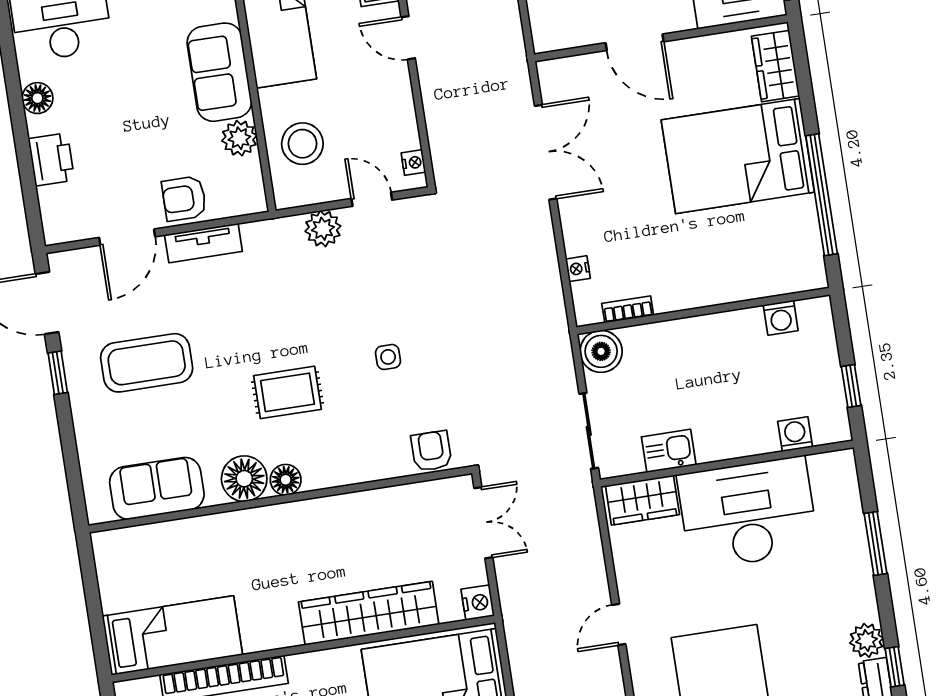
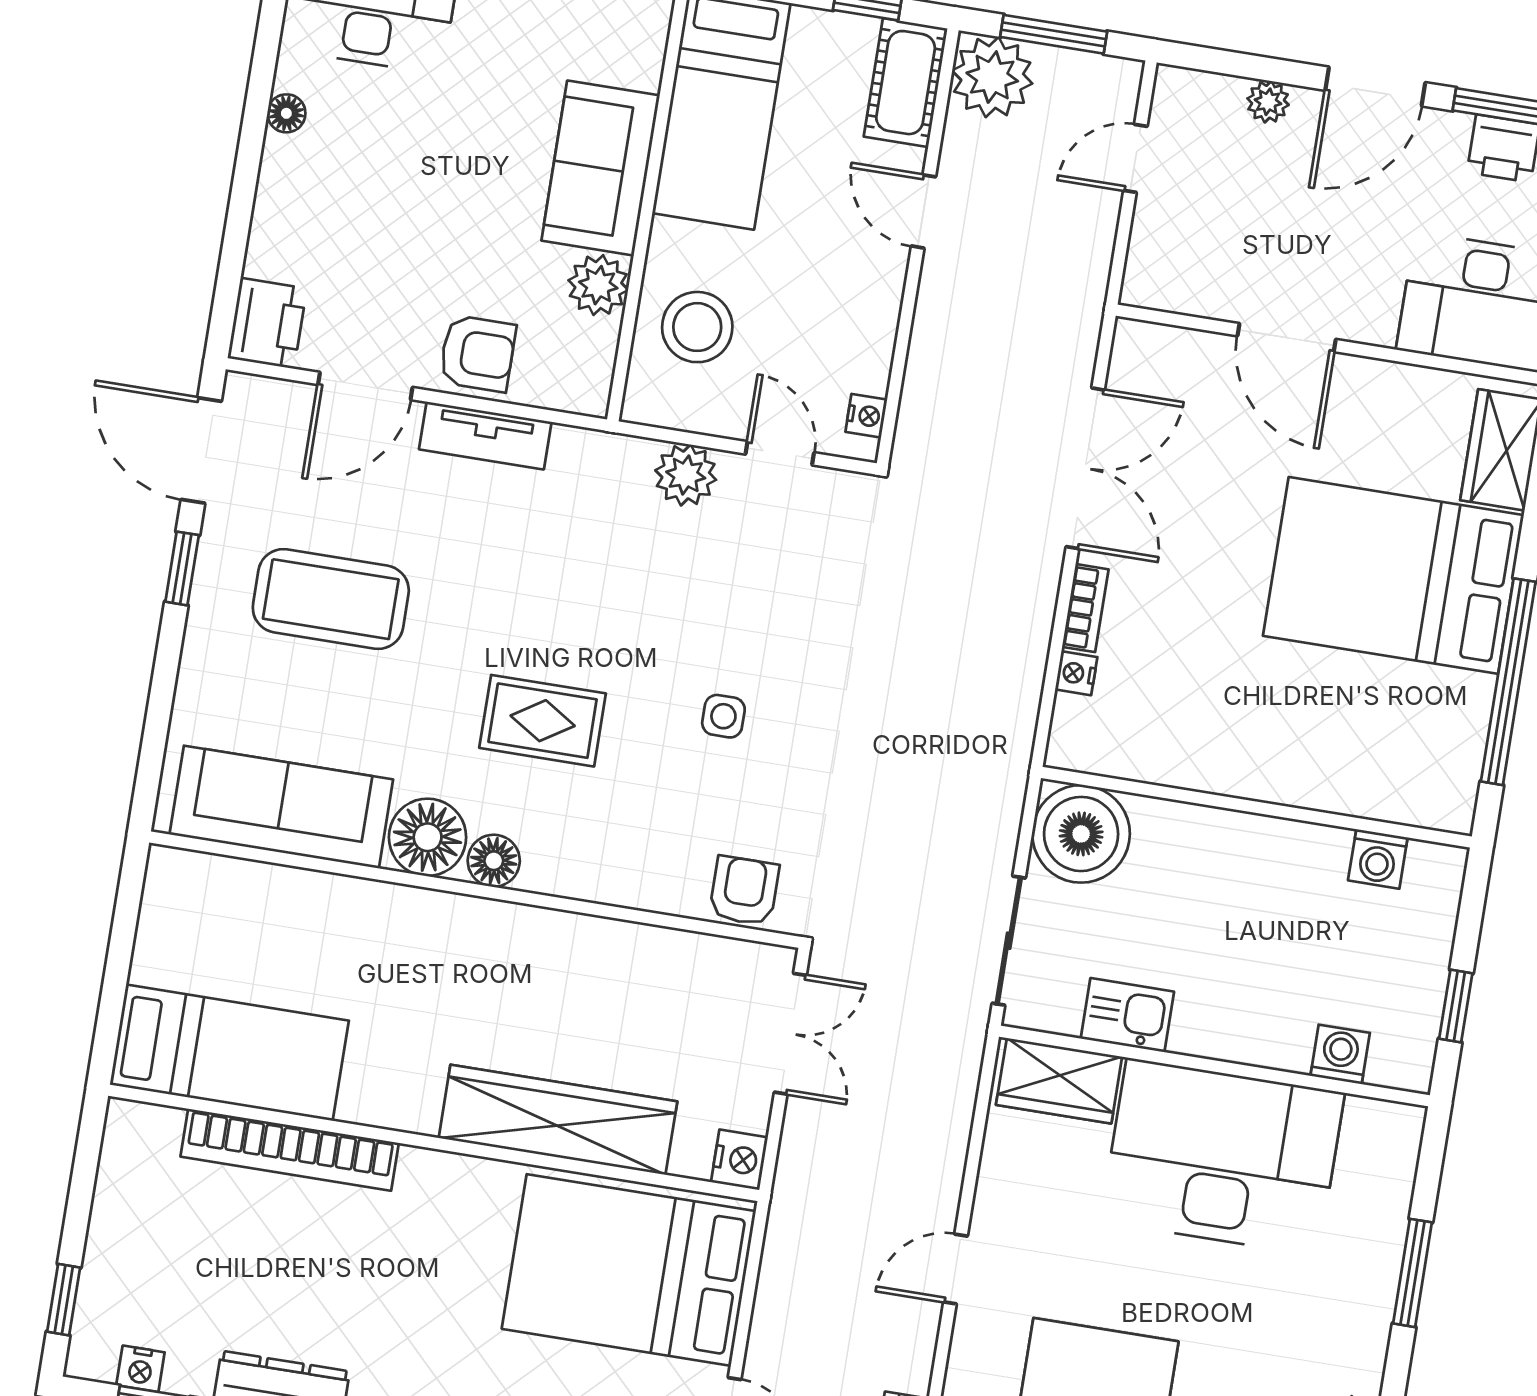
floor lamp: (37, 98) -> (286, 113), width x0.73, depth x0.73
printer: (51, 159) -> (267, 323), moved
armchair: (184, 198) -> (477, 353), turned 180
bookcase: (628, 309) -> (1085, 608), moved, turned 90
boiler: (601, 351) -> (1081, 834), width x1.37, depth x1.37
sofa: (157, 488) -> (281, 807), width x1.36

